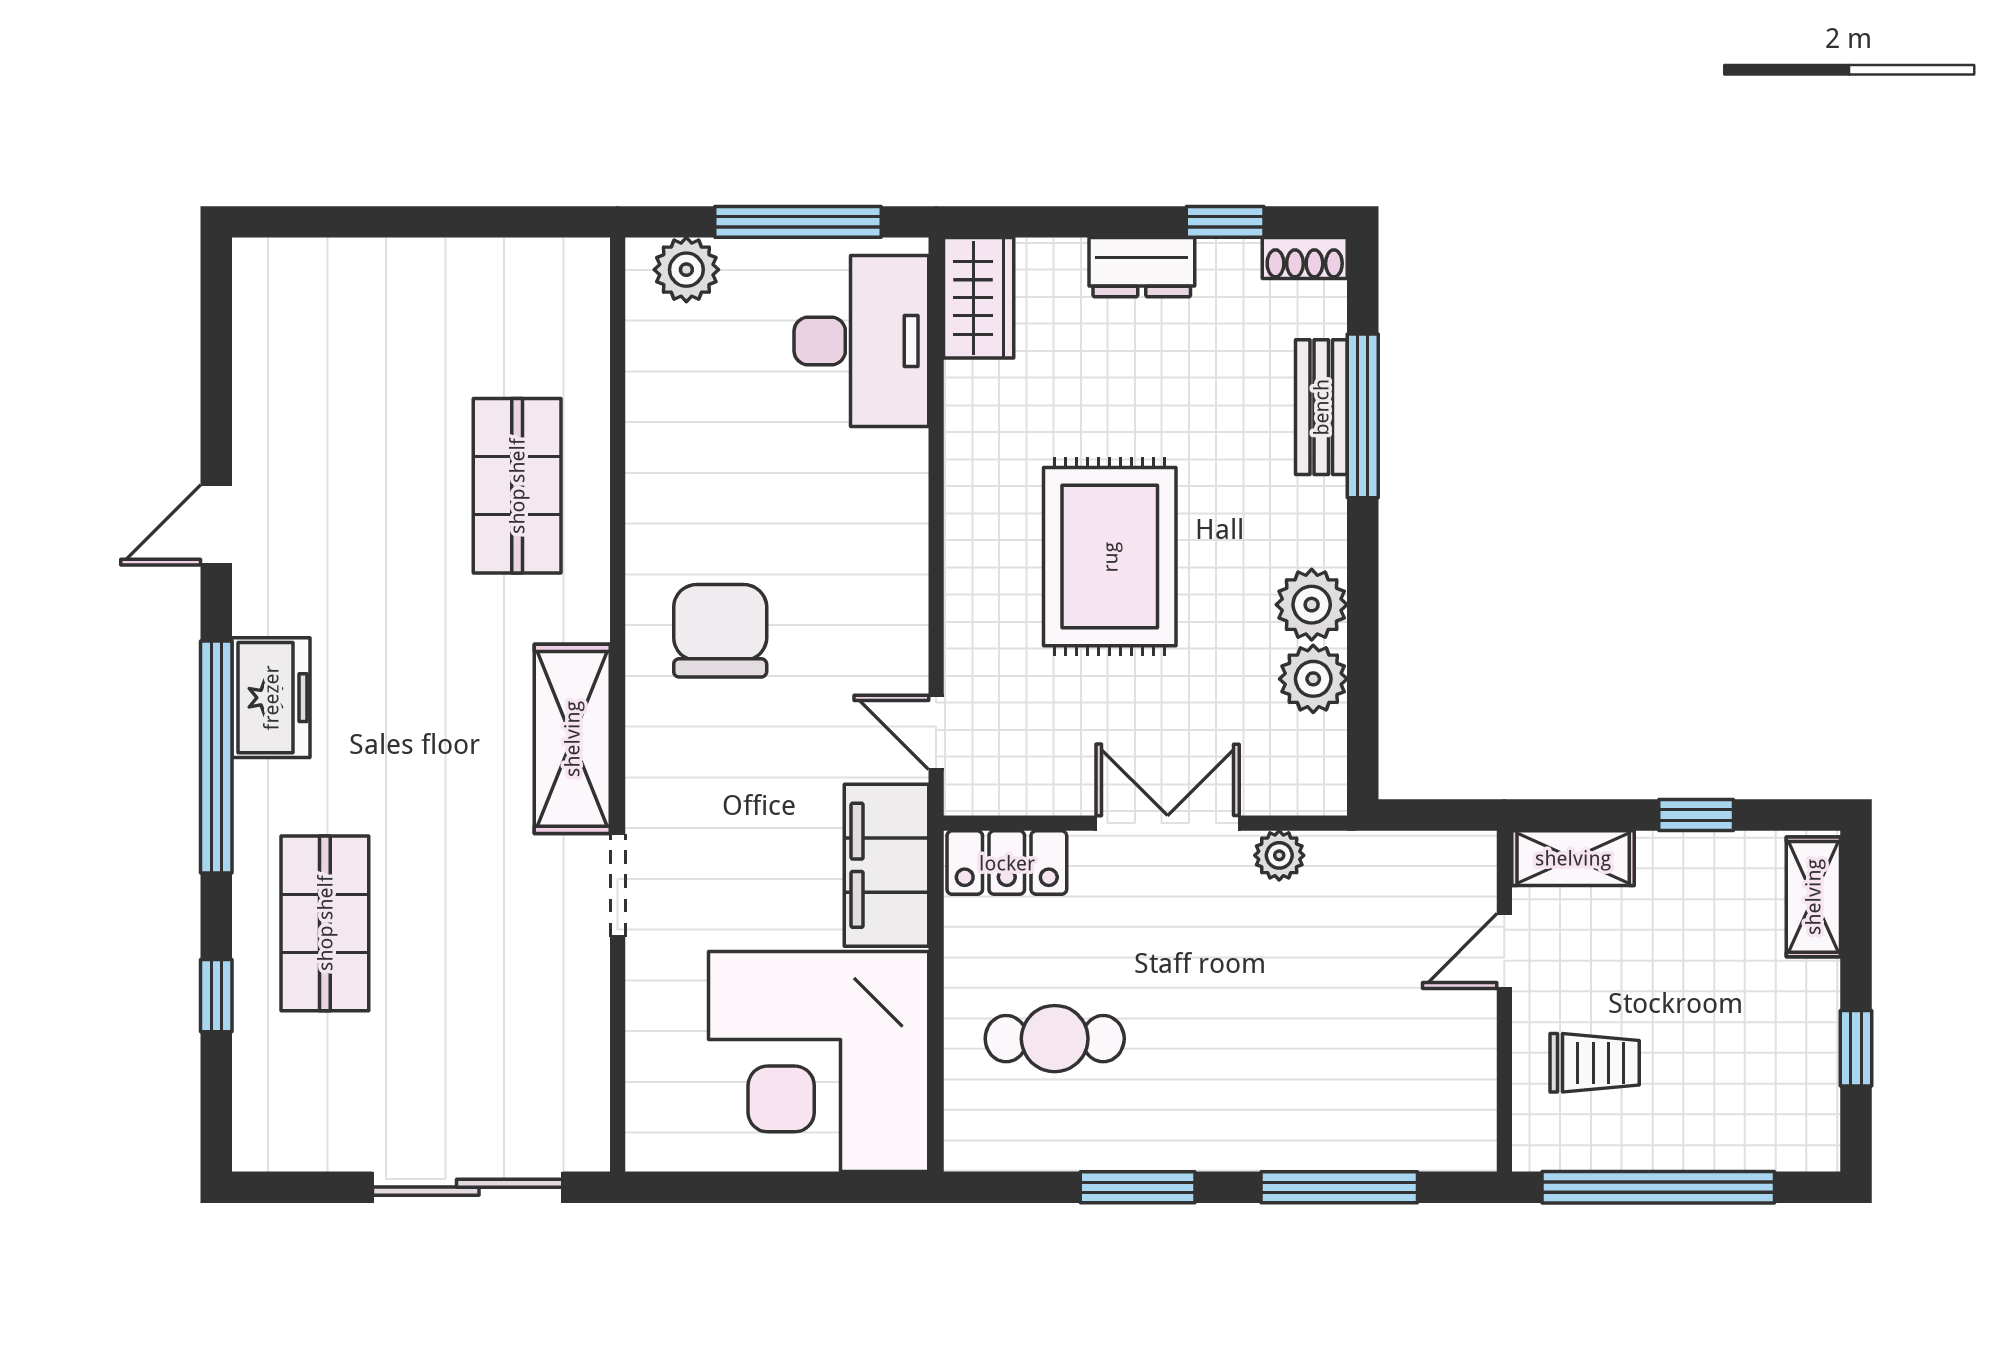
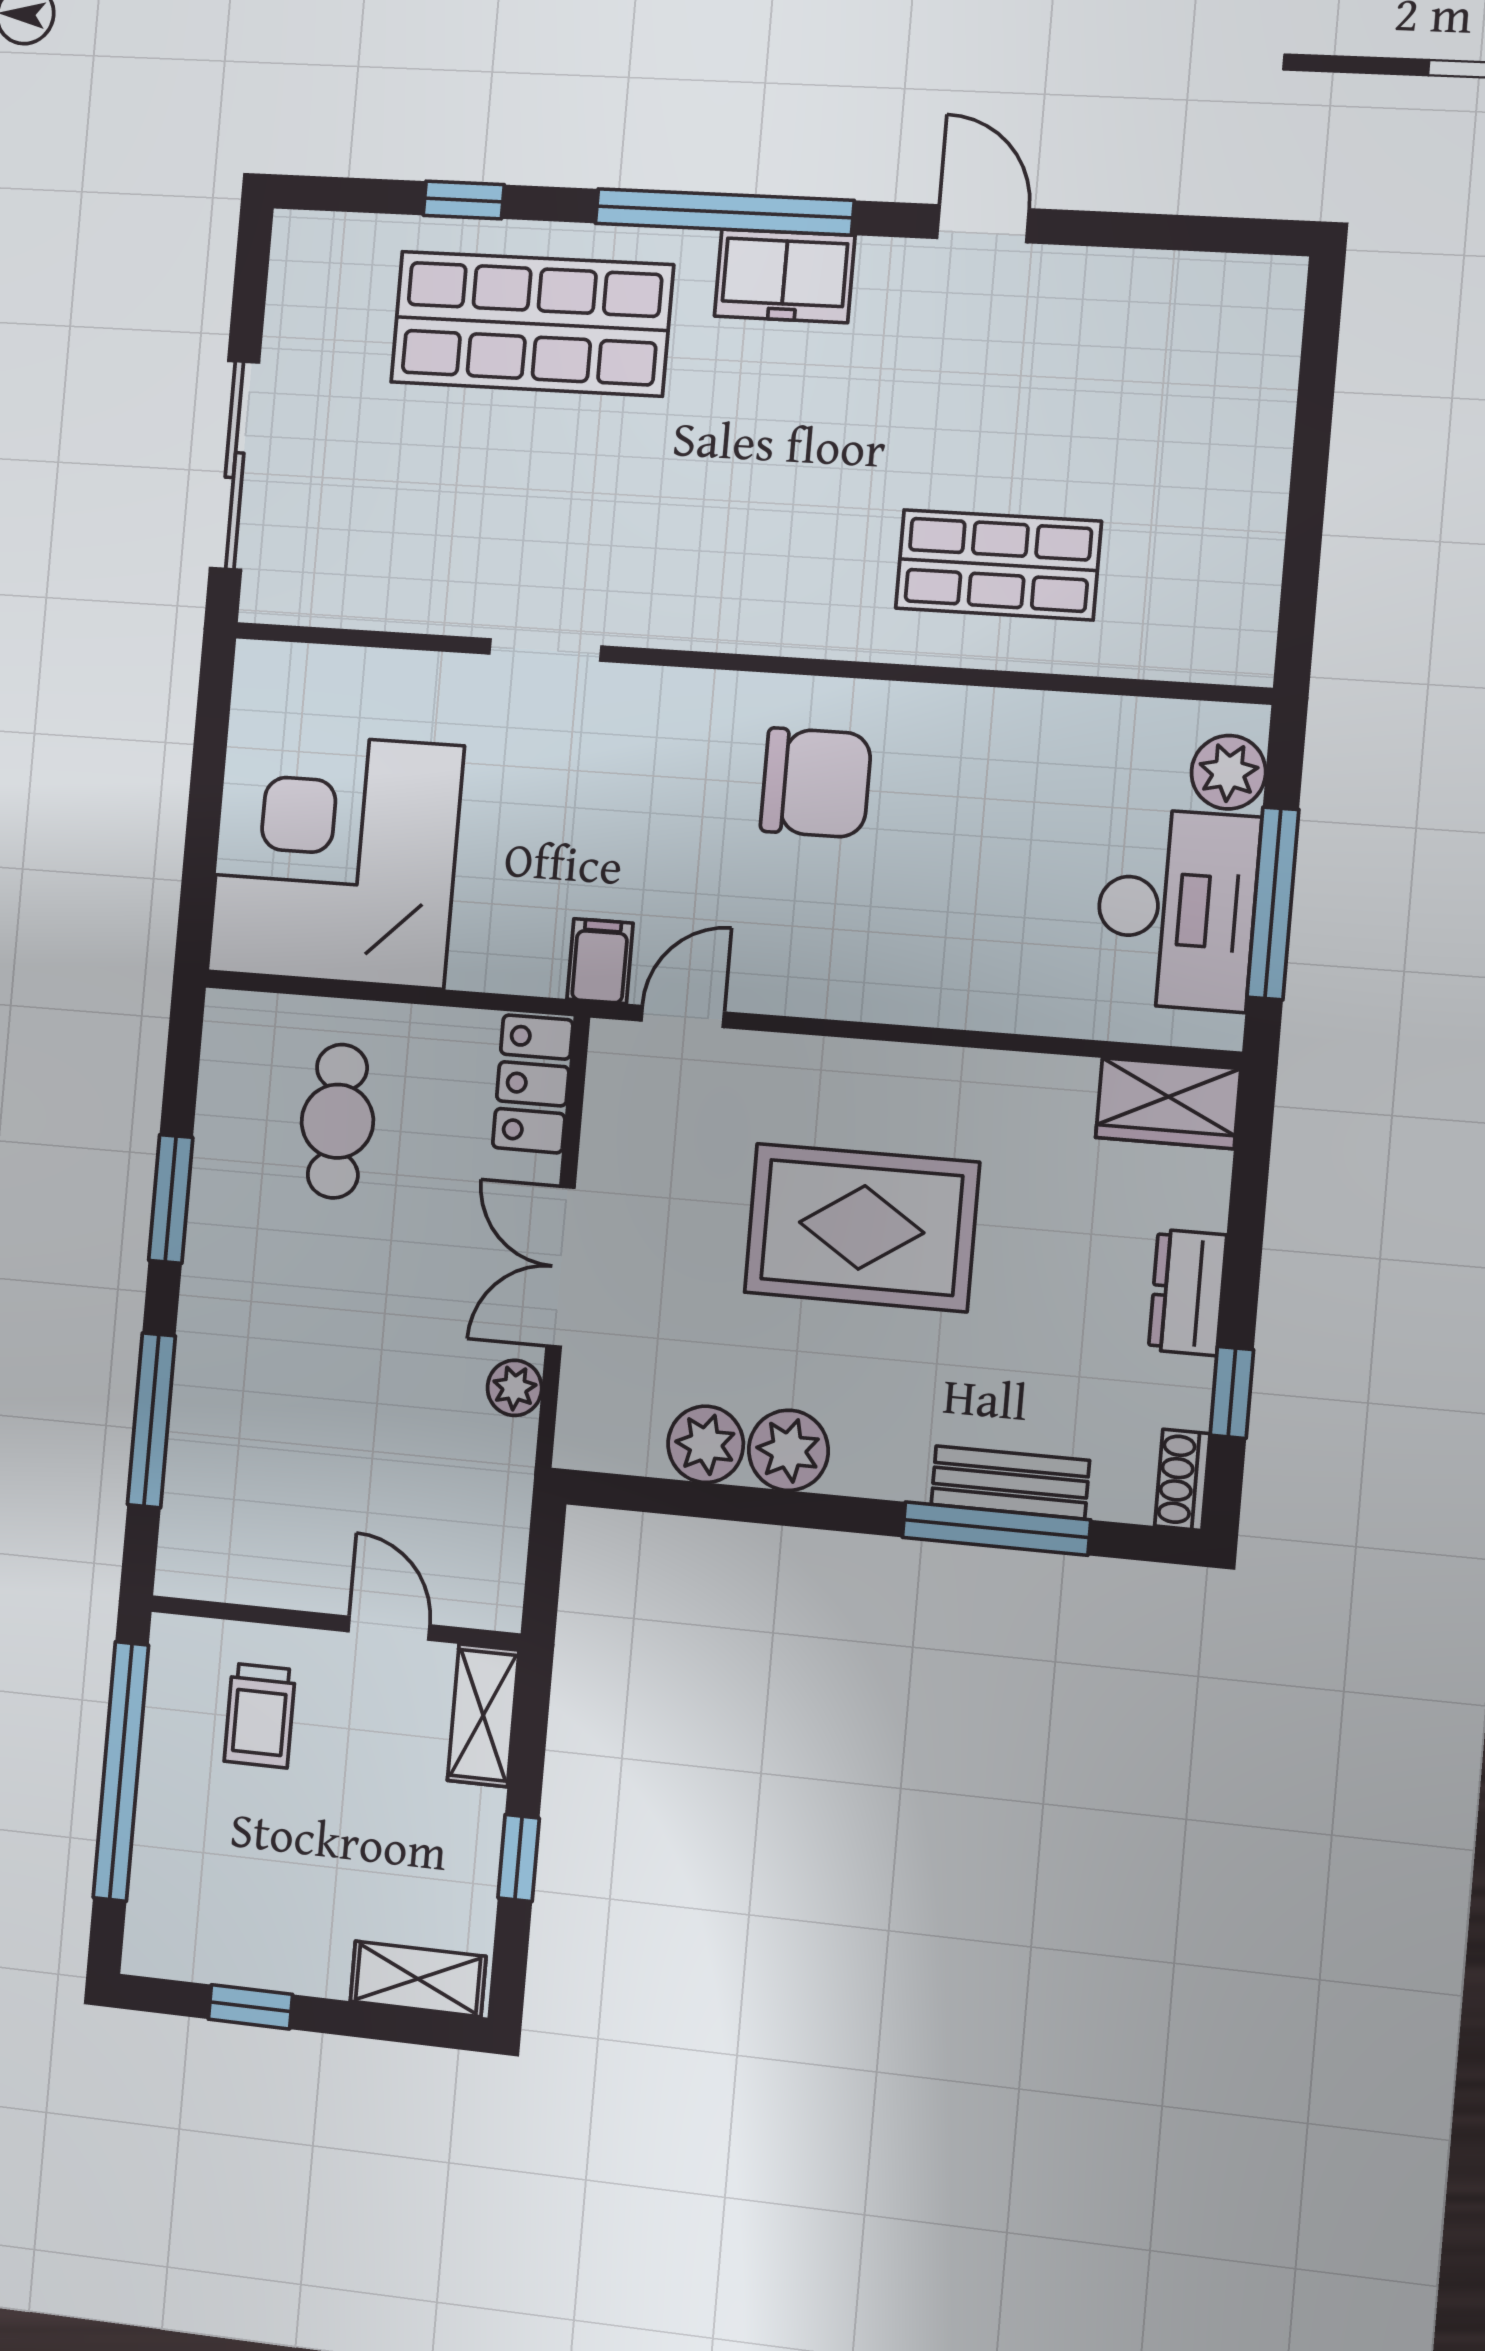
desk: (861, 341) -> (1176, 909), moved, turned -90
shelving: (572, 739) -> (710, 610), removed
double door: (1168, 823) -> (560, 1267), swing flipped
filing cabinet: (887, 865) -> (600, 961), width x0.33, depth x0.86
shop shelf: (325, 923) -> (532, 324), width x1.43, depth x1.36

